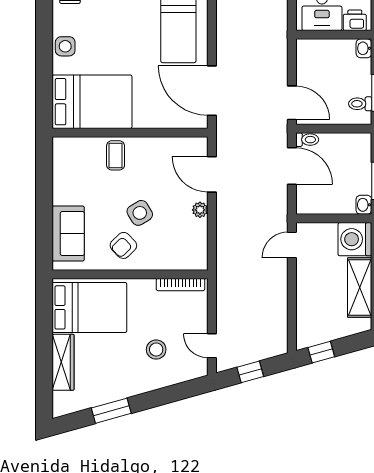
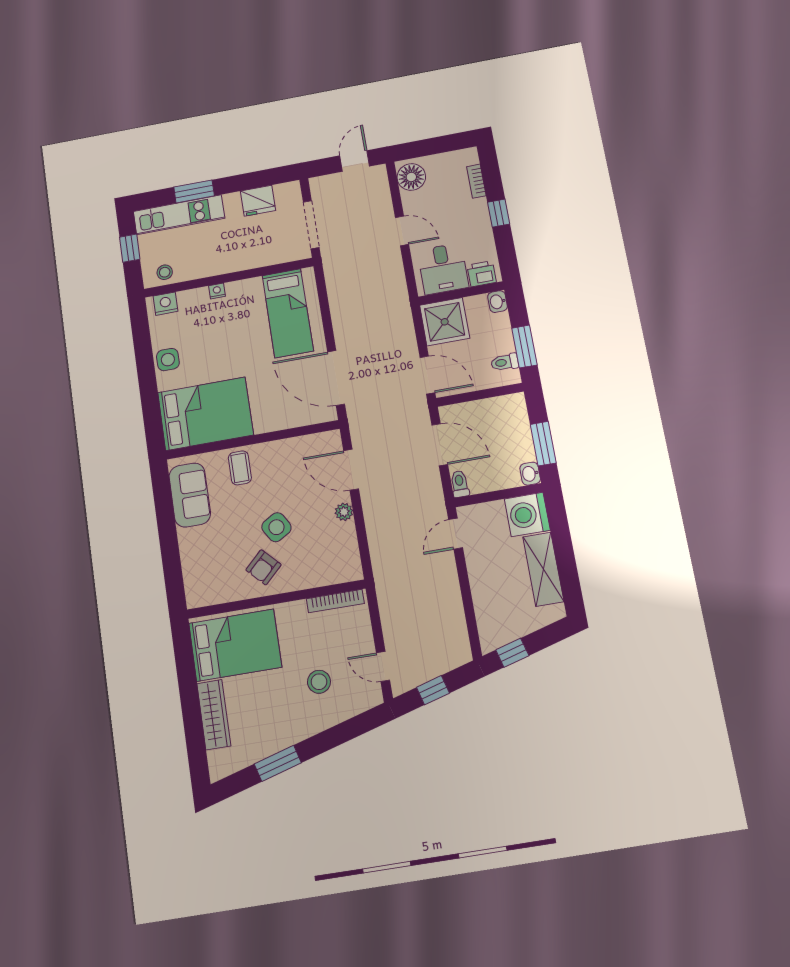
shower: (315, 58) -> (445, 322), added
toilet: (307, 140) -> (460, 484), moved, turned -90
sofa: (68, 234) -> (190, 495), moved

